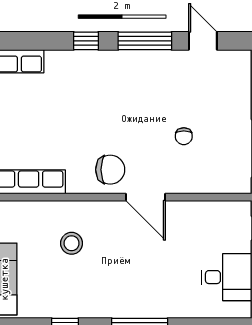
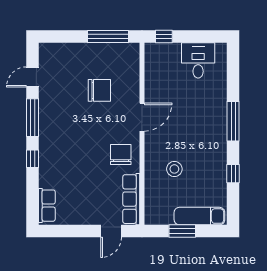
chair: (184, 136) -> (99, 90), width x1.87, depth x1.87
chair: (110, 170) -> (121, 155), moved

